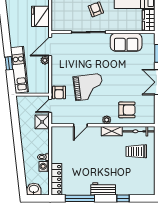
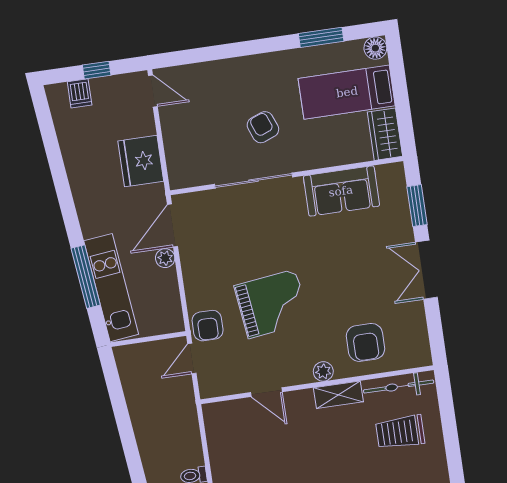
window: (9, 63) -> (86, 277), width x2.17
armchair: (127, 110) -> (365, 342), turned 90
shower: (42, 122) -> (179, 397), removed
door: (80, 125) -> (266, 392), hinge flipped

